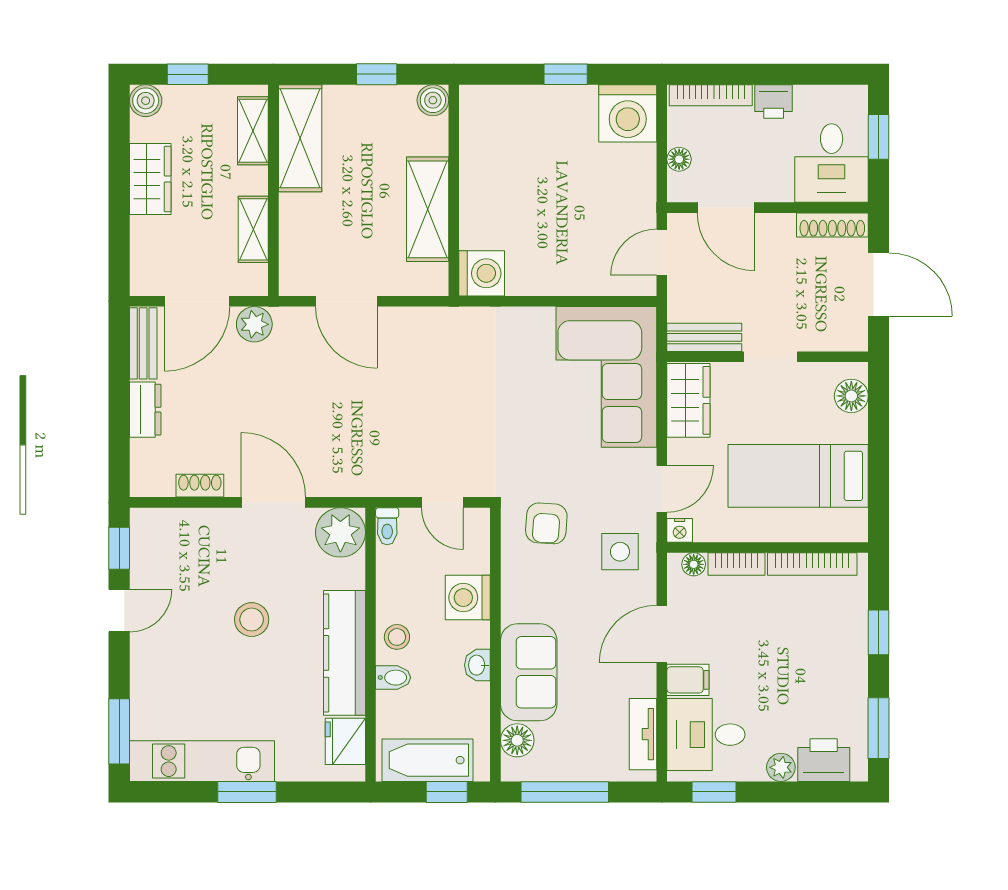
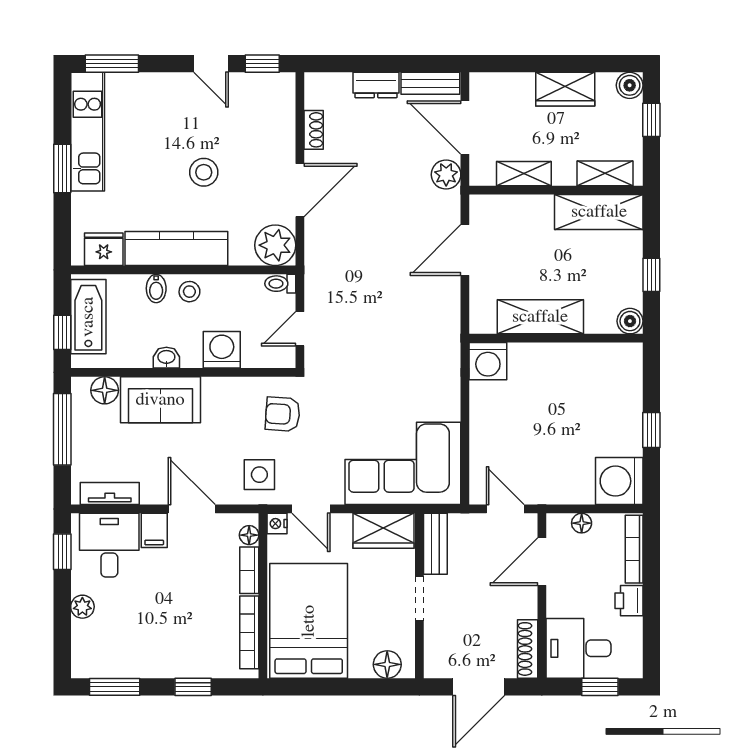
bed: (798, 476) -> (309, 621), width x1.50
printer: (824, 760) -> (88, 642), removed

